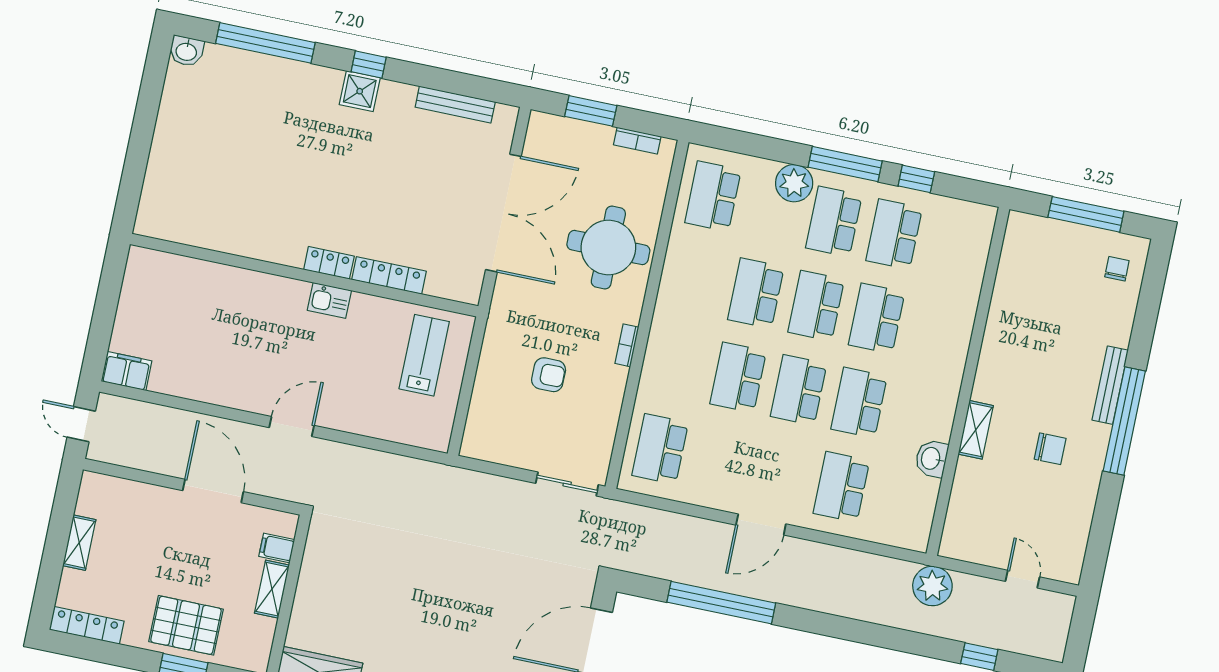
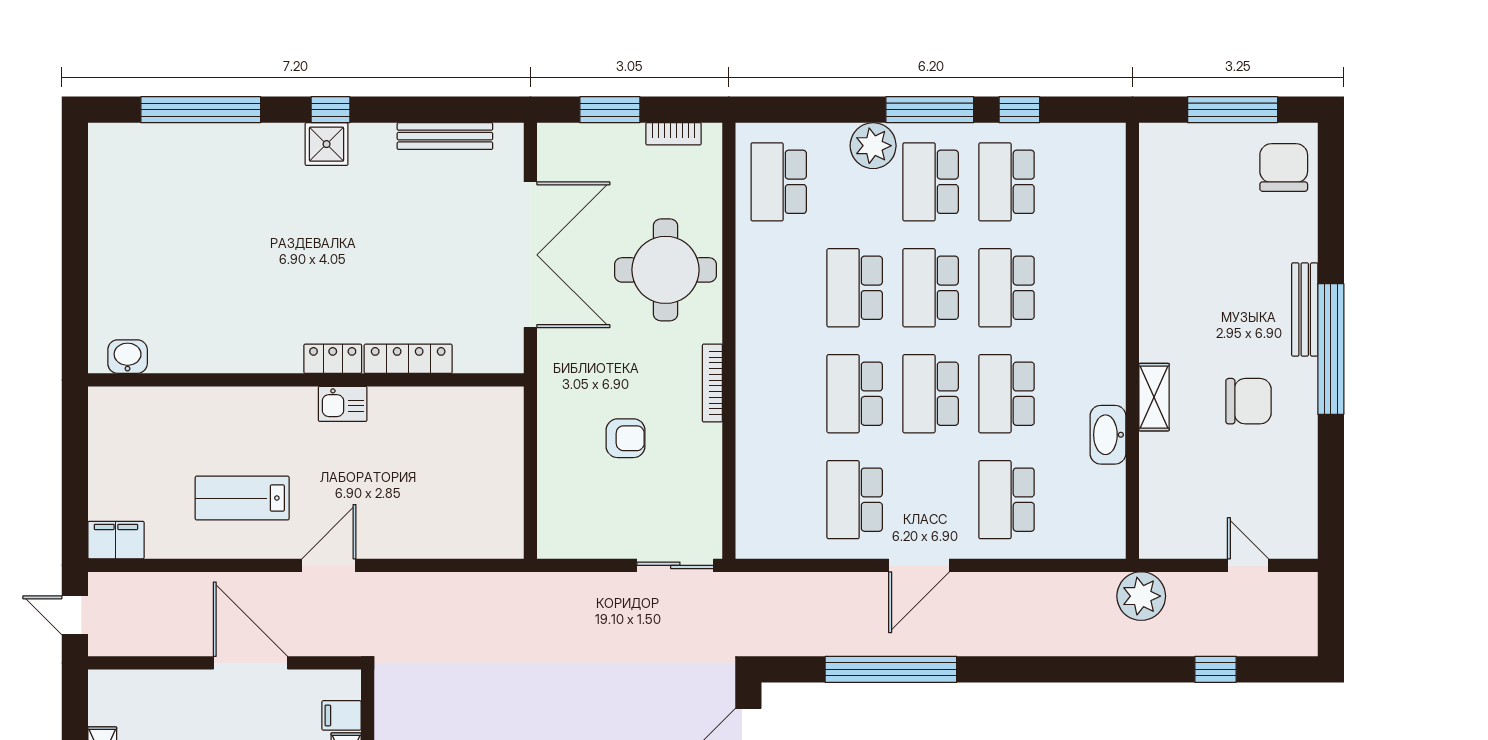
washbasin: (186, 51) -> (128, 357), moved, turned 180
chair: (1117, 269) -> (1284, 167), width x1.87, depth x1.87
bookcase: (627, 345) -> (712, 383), width x1.56
lab bench: (424, 355) -> (242, 498), moved, turned -90
school desk: (660, 449) -> (855, 500), moved
chair: (1050, 449) -> (1249, 401), width x1.37, depth x1.37
washbasin: (931, 459) -> (1108, 435), width x1.38

